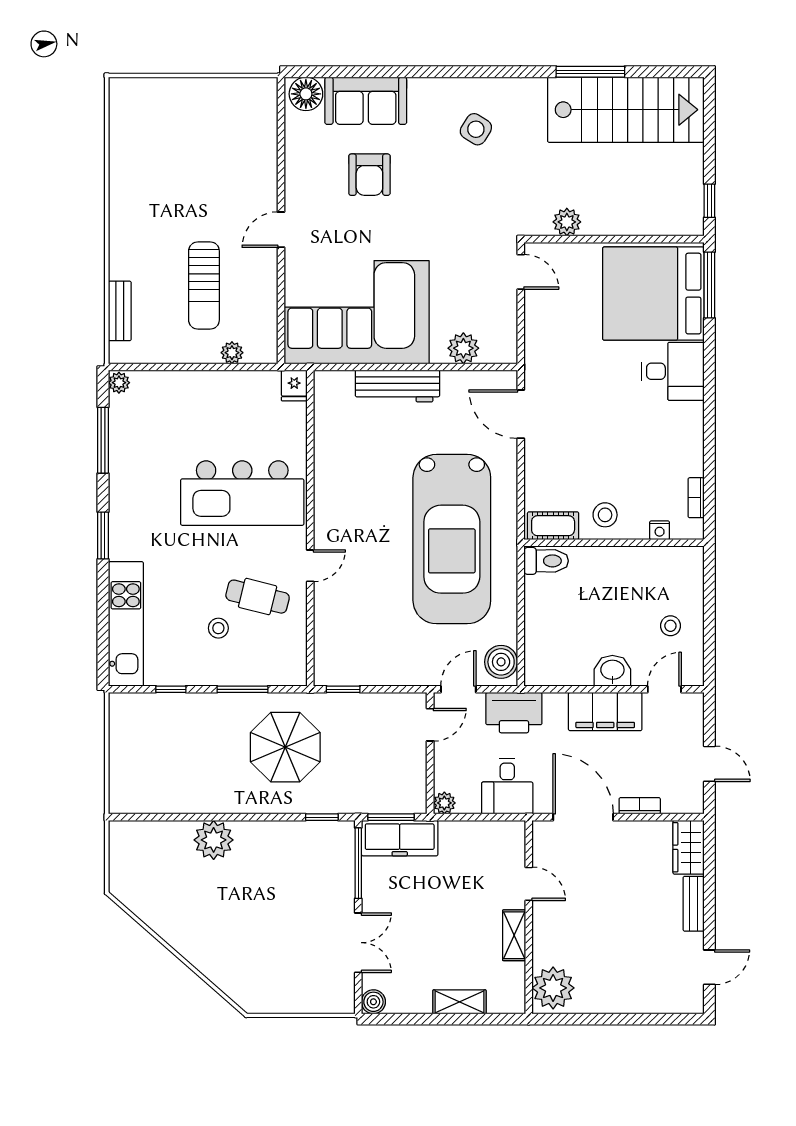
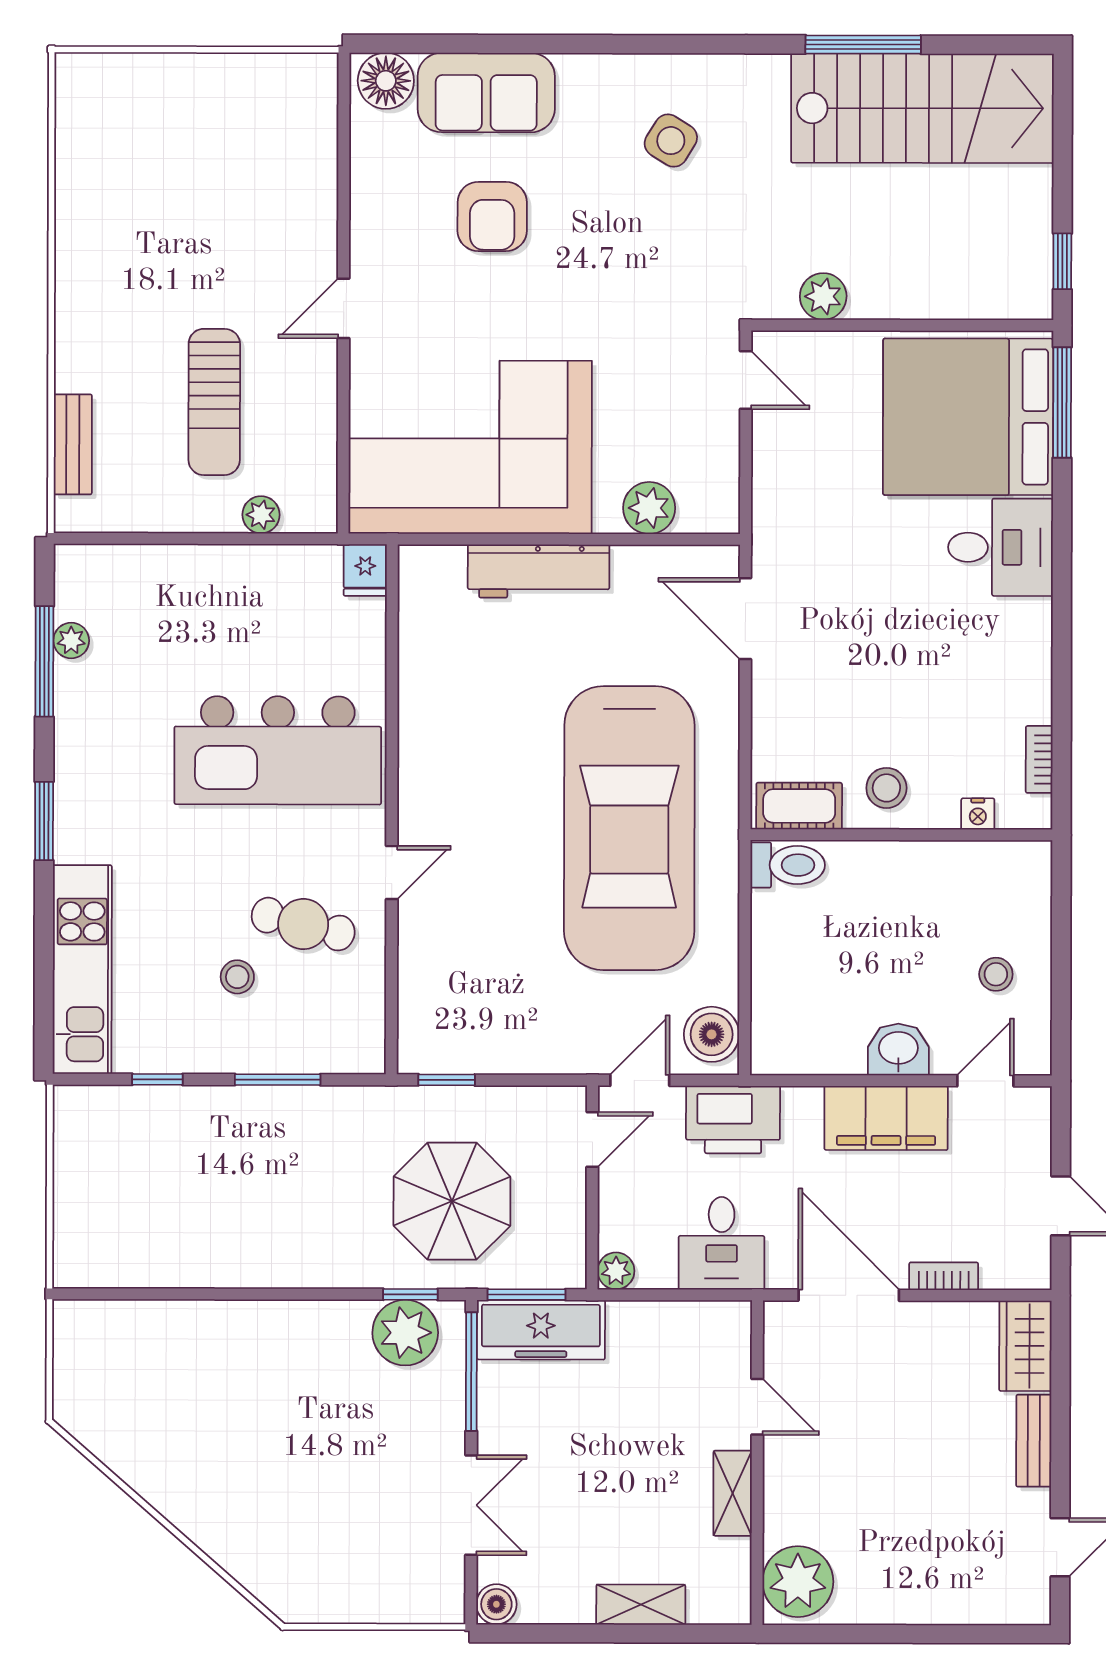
plant: (119, 383) -> (71, 640), moved
parasol: (285, 747) -> (452, 1201), moved
plant: (214, 840) -> (405, 1333), moved

